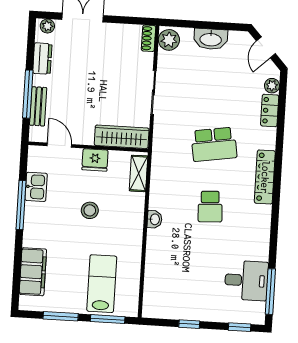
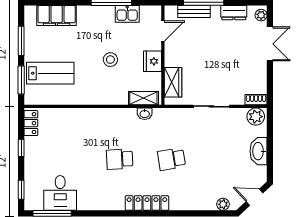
locker: (270, 110) -> (31, 123), moved, turned 90
wardrobe: (122, 137) -> (173, 82), width x0.67
school desk: (214, 144) -> (171, 159), width x0.54
washbasin: (155, 219) -> (145, 114), moved

